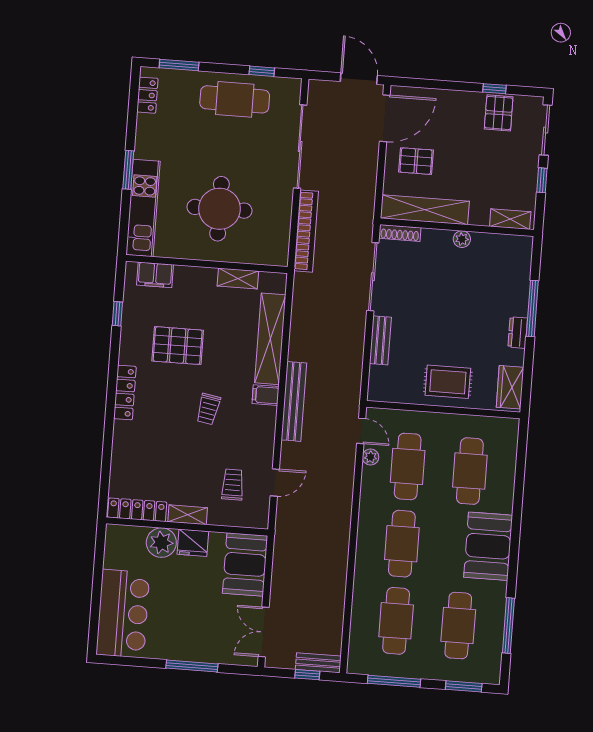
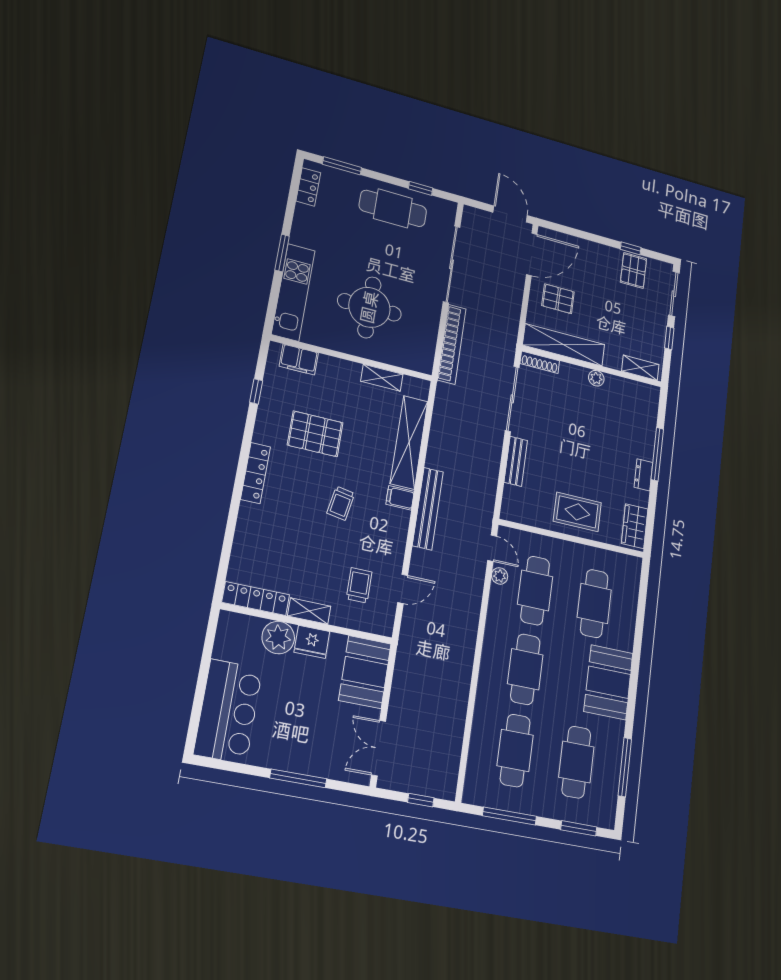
bench: (318, 663) -> (433, 788), removed

